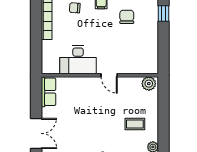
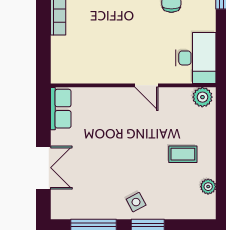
desk: (78, 60) -> (196, 58), moved, turned -90

